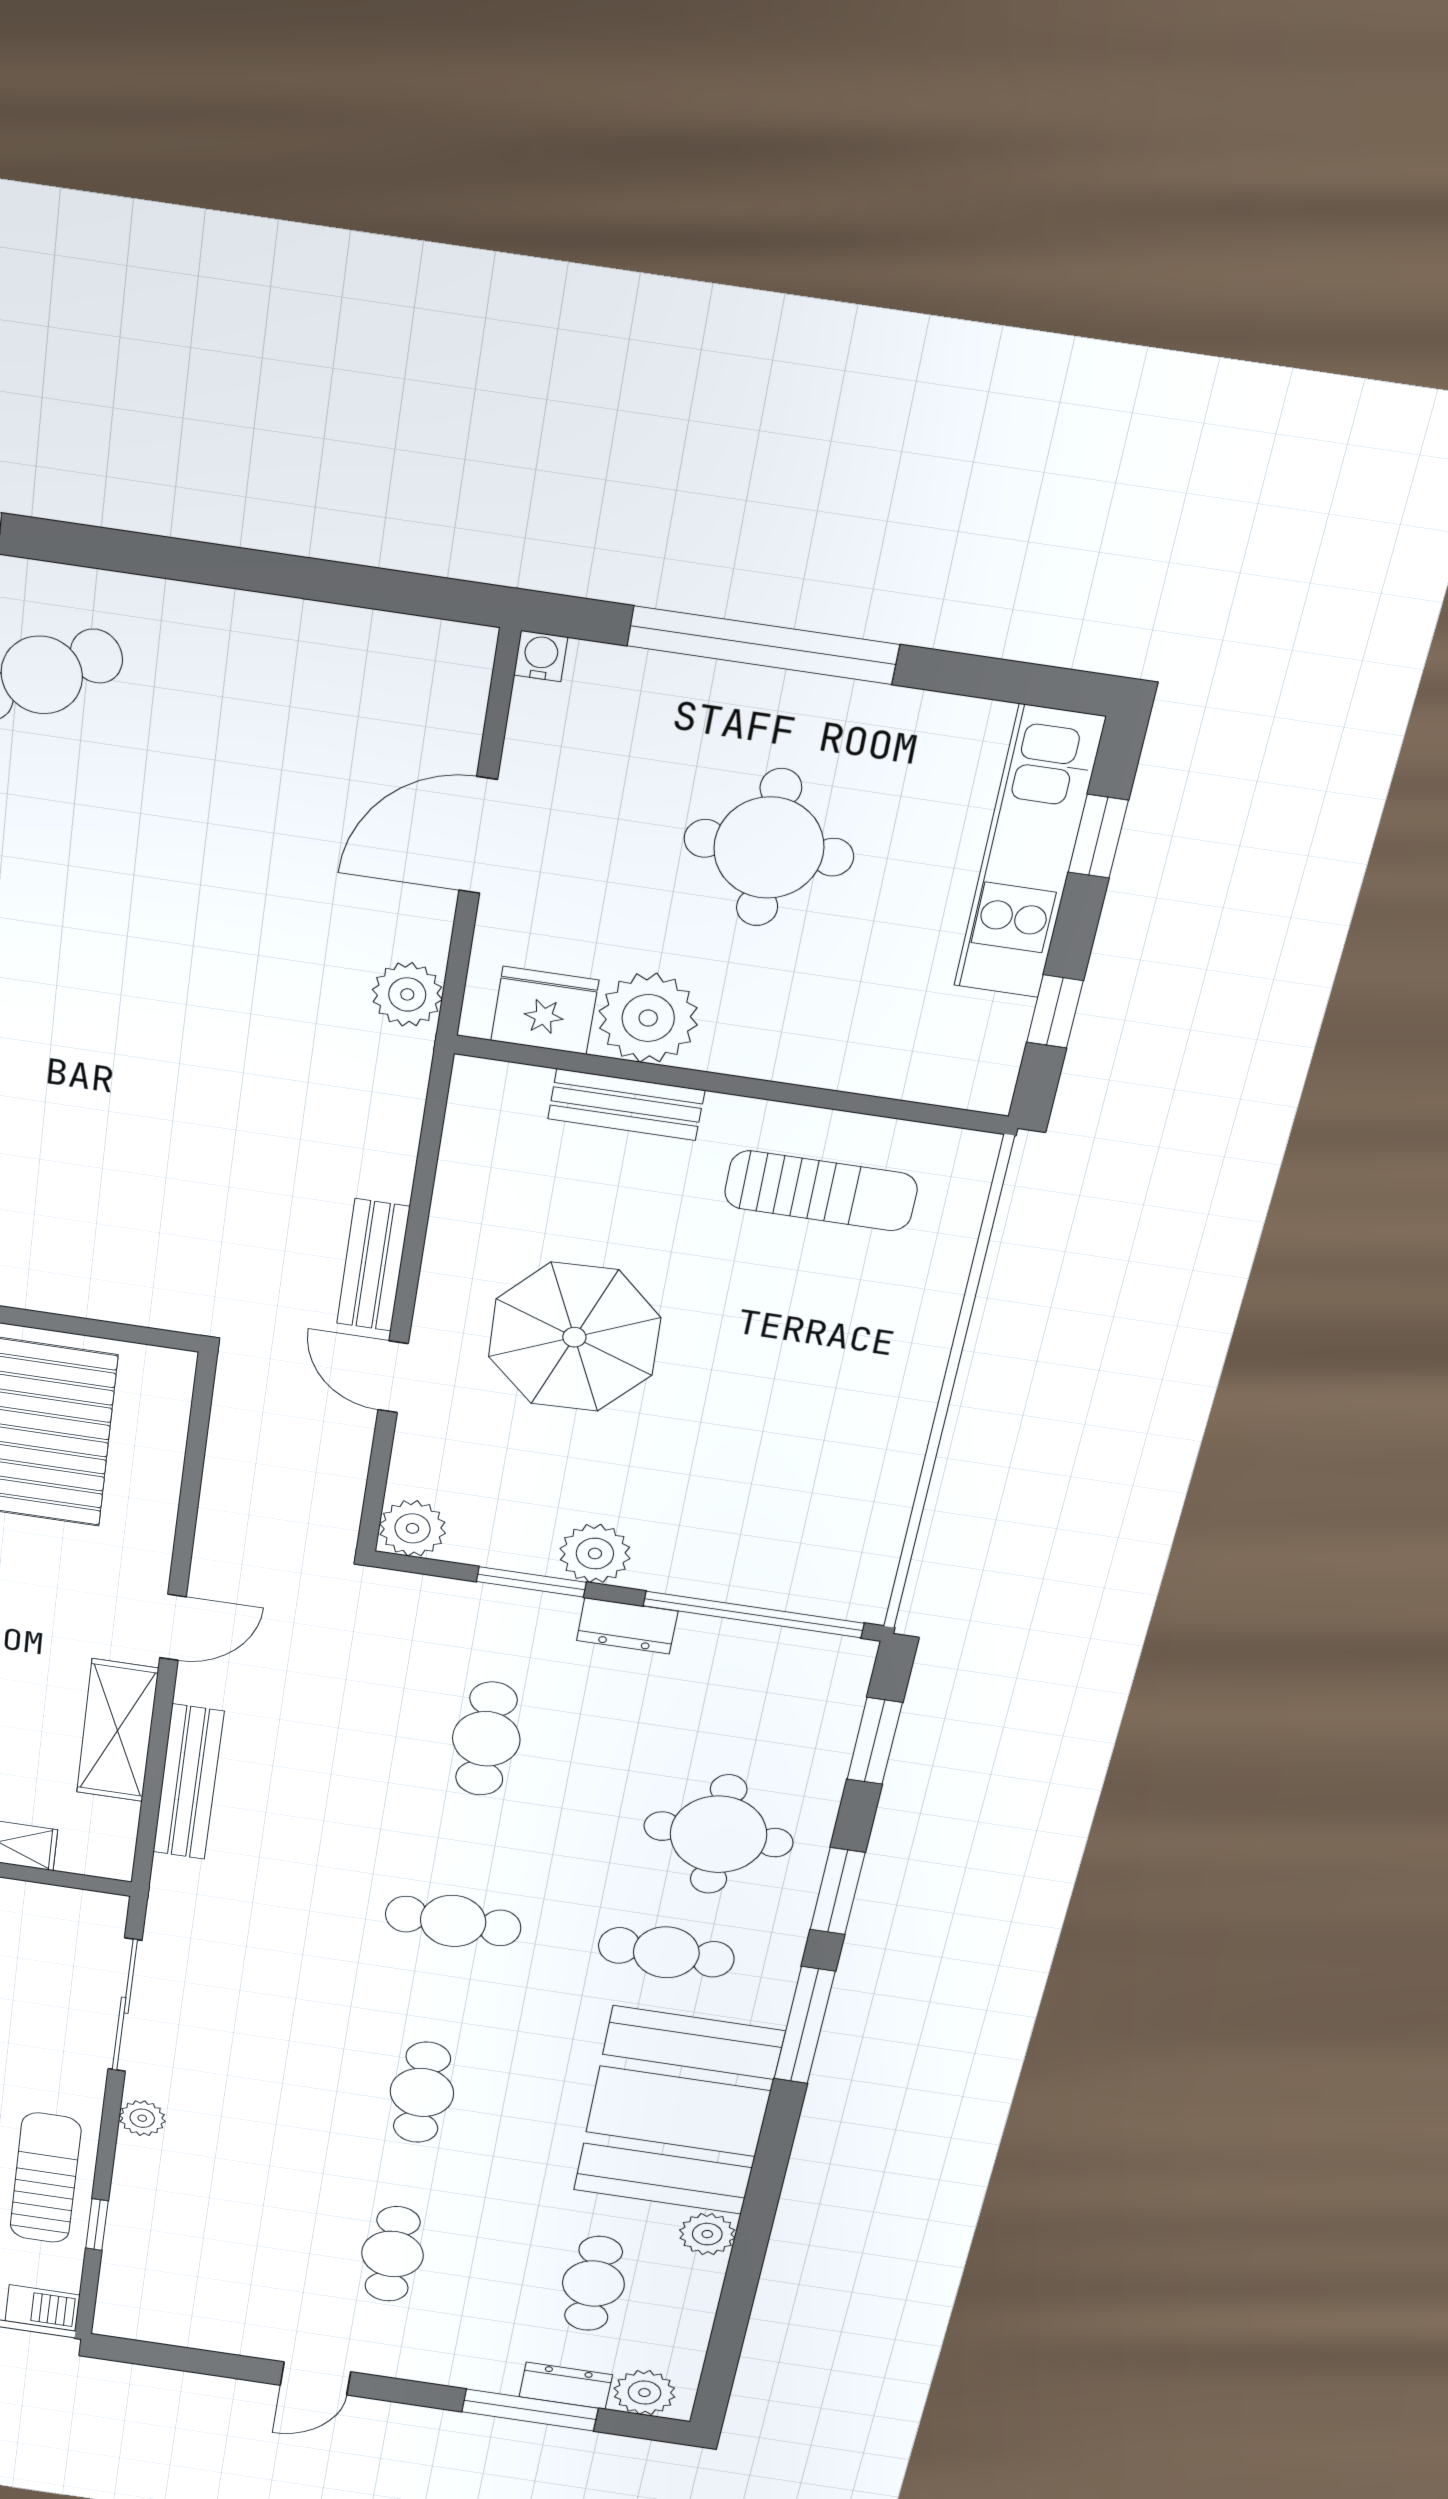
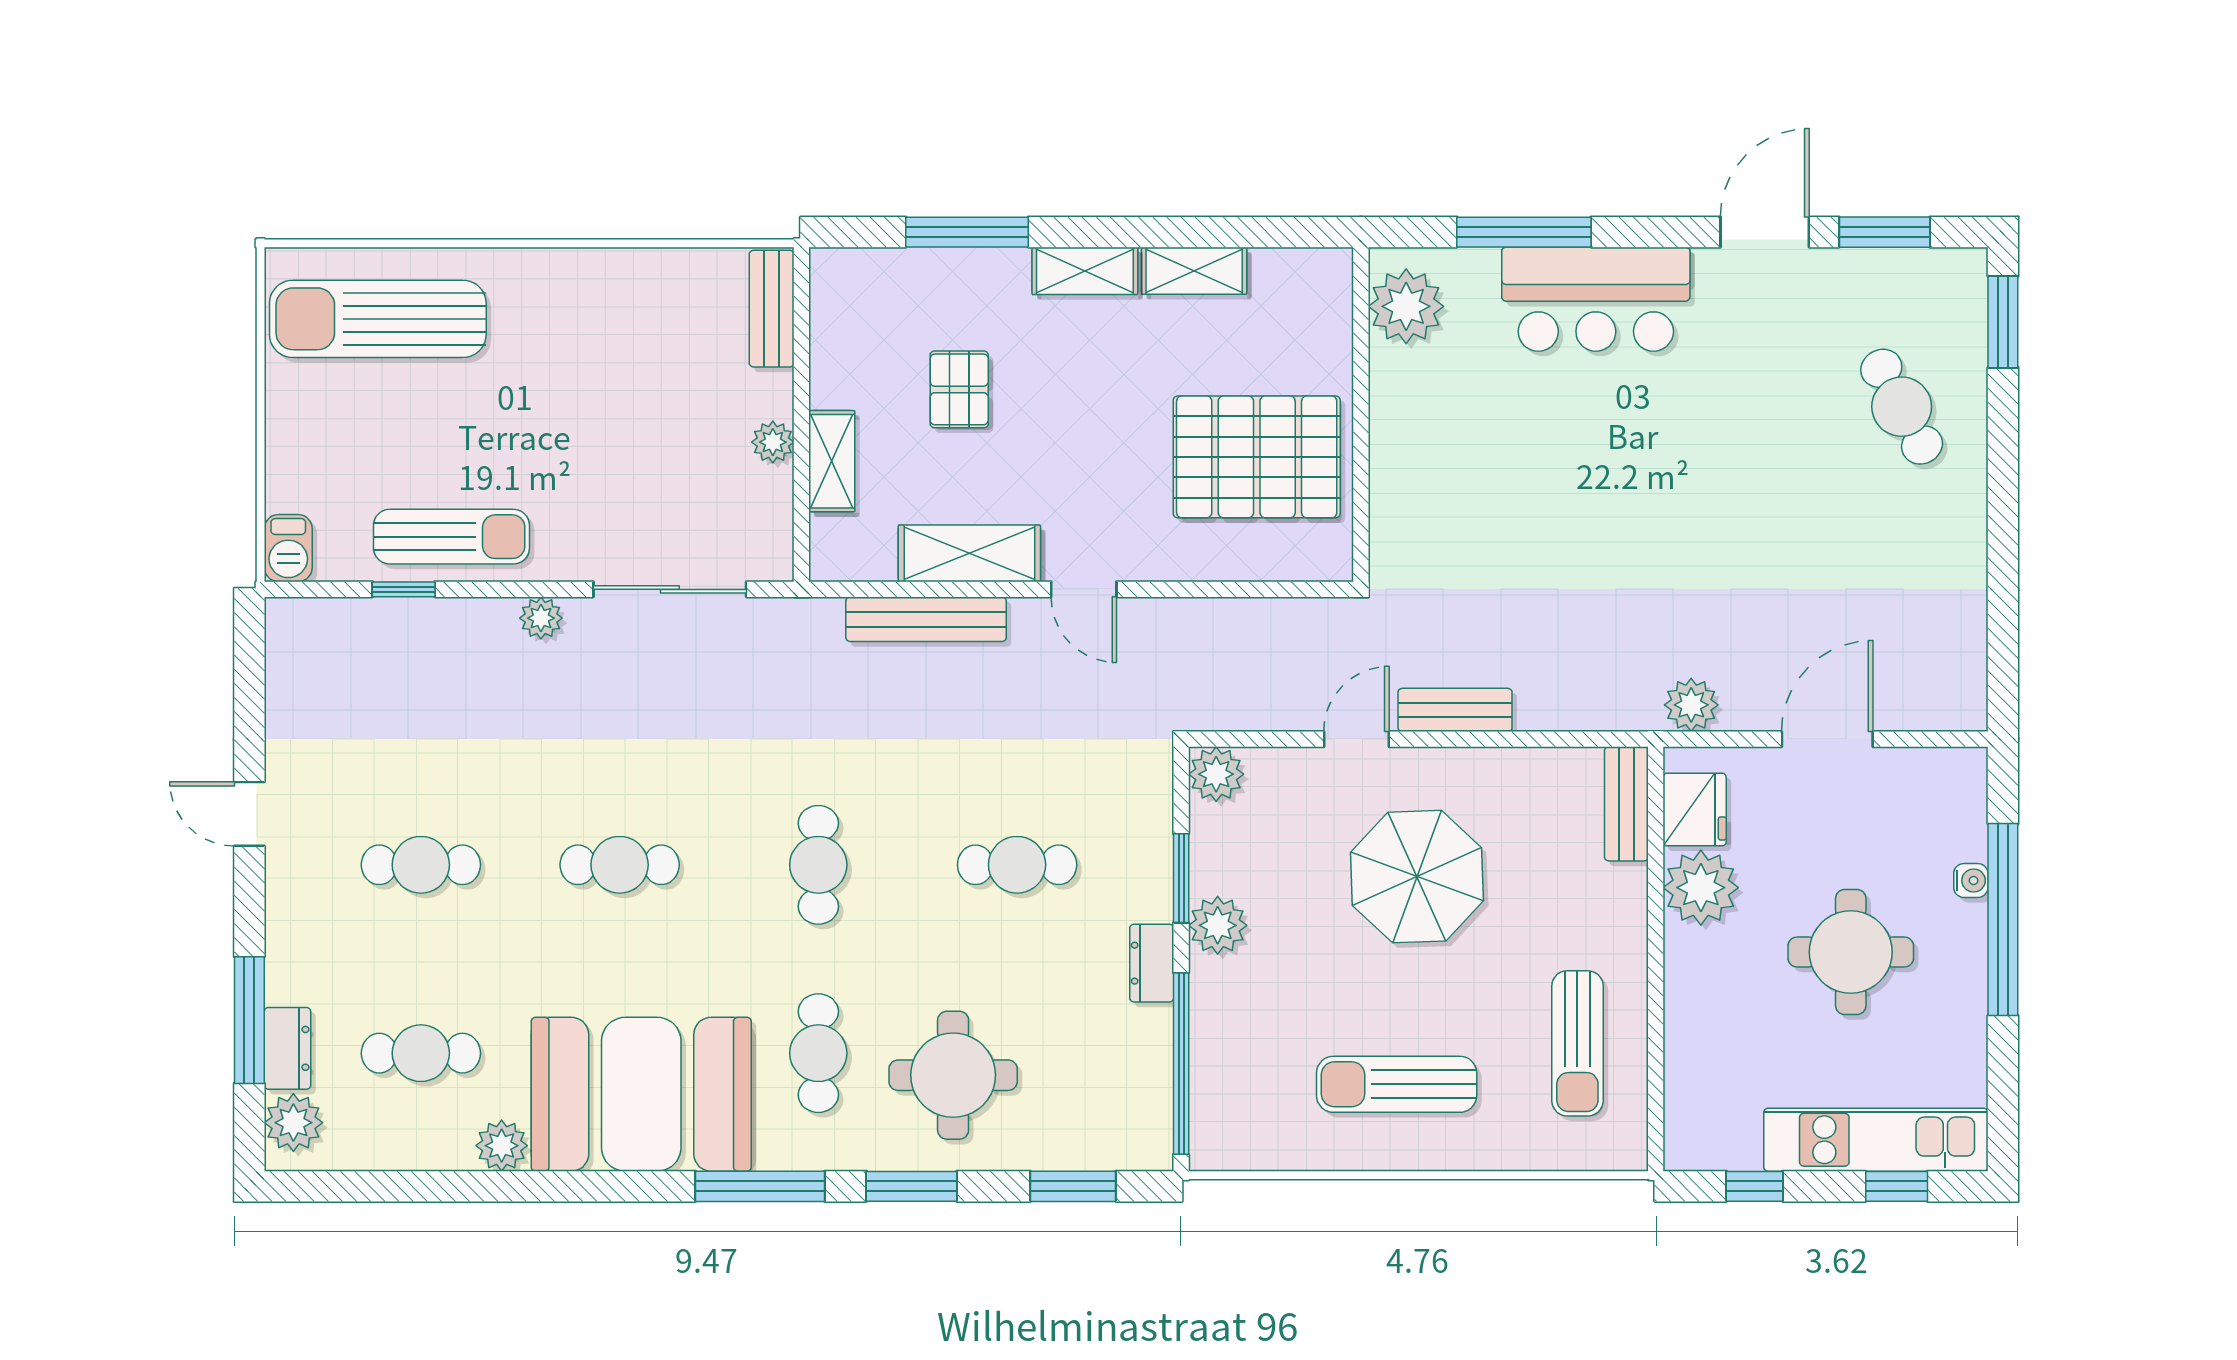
water cooler: (541, 656) -> (1971, 880), moved
door: (478, 835) -> (1827, 739), hinge flipped
bench: (626, 1105) -> (1626, 804), moved
sun lounger: (828, 1397) -> (1397, 1084), added

